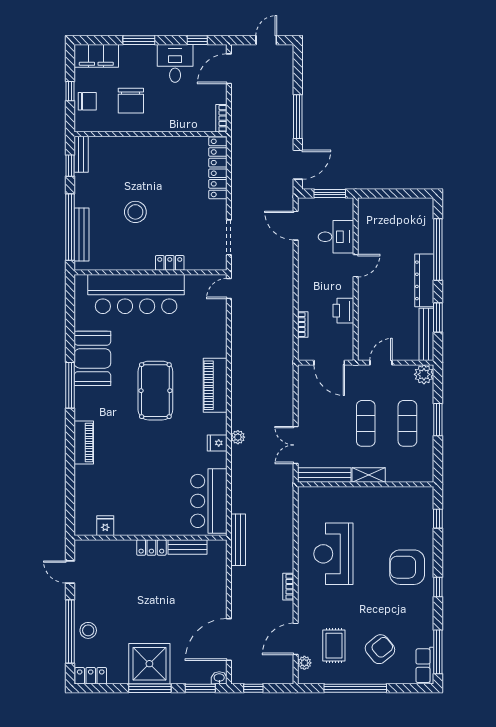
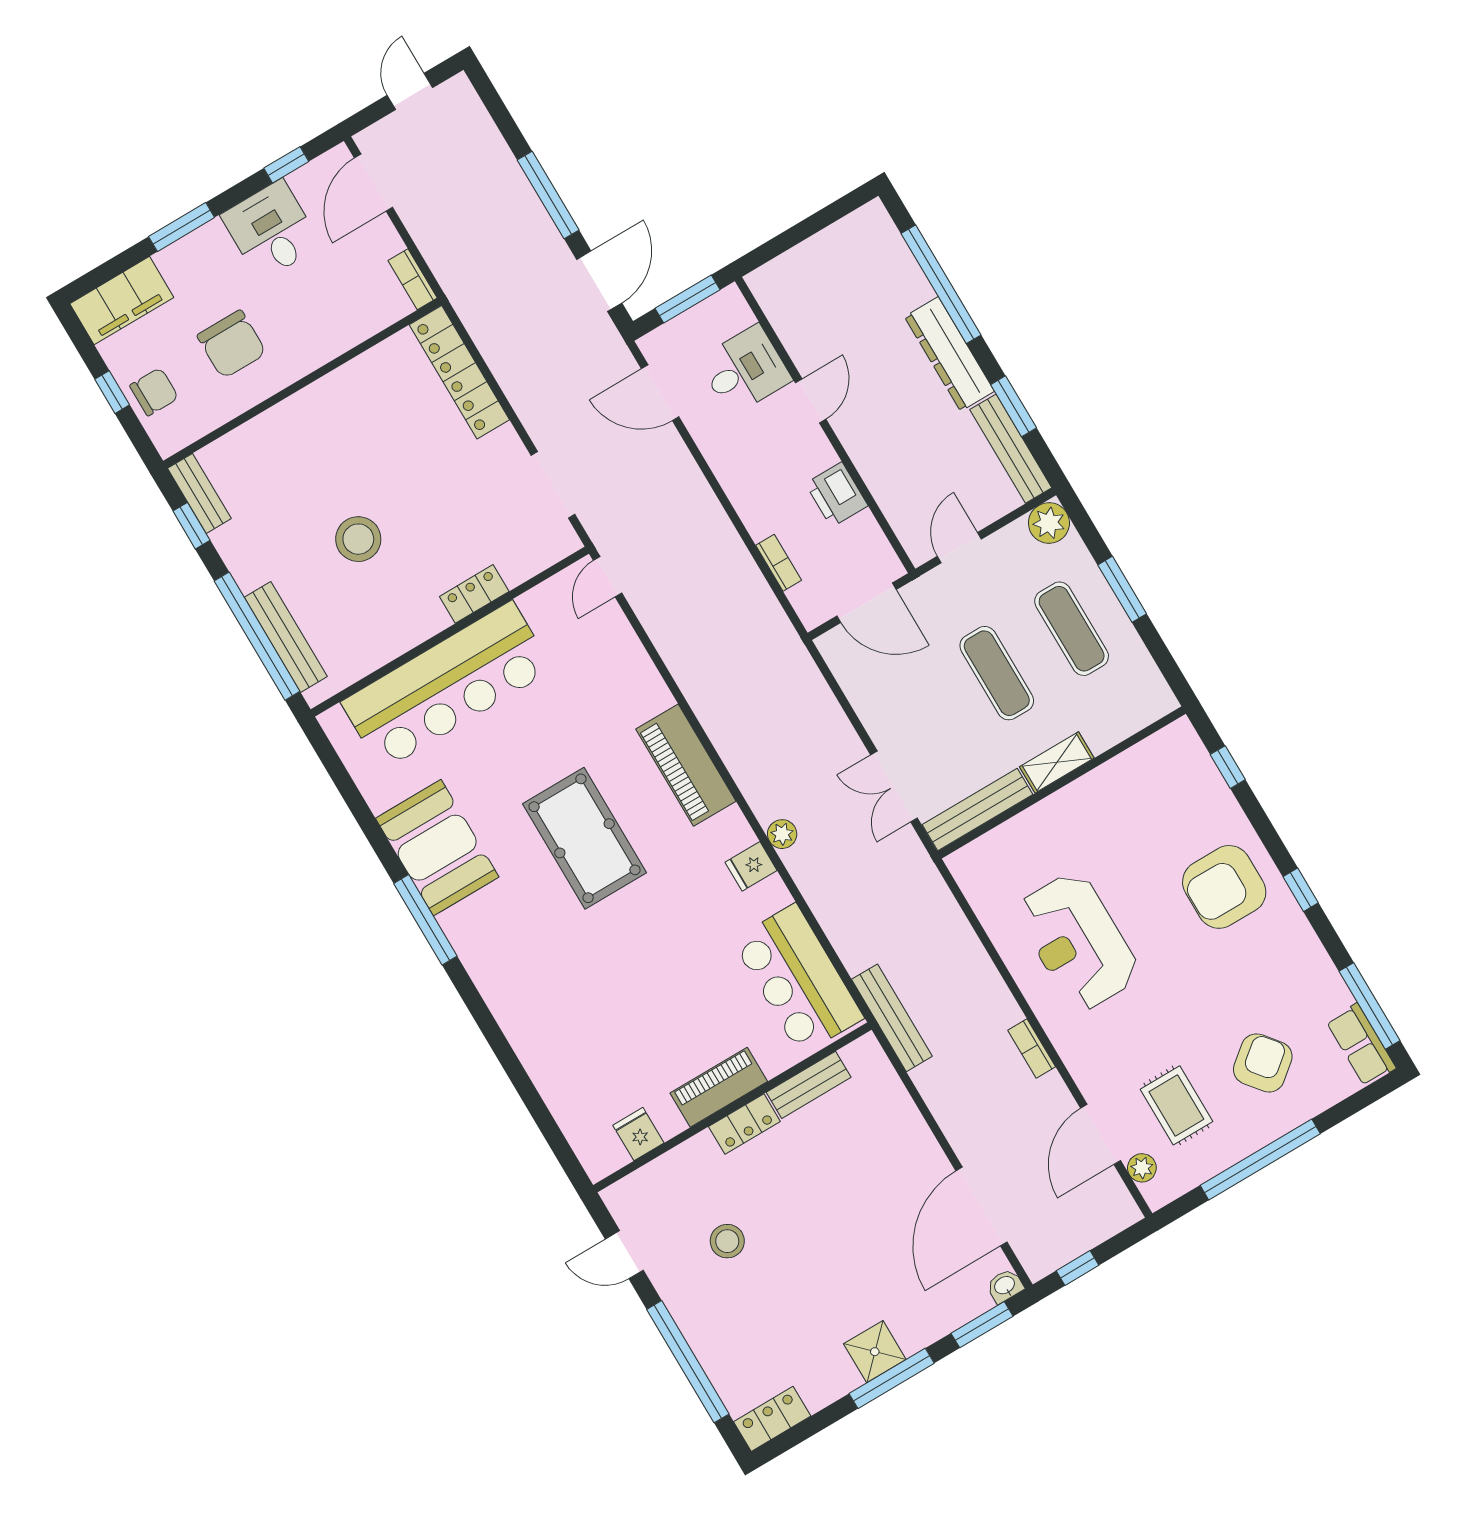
piano: (84, 442) -> (719, 1087), moved, turned -90
stool: (88, 630) -> (727, 1241), moved
shower: (149, 664) -> (875, 1352), width x0.54, depth x0.54

